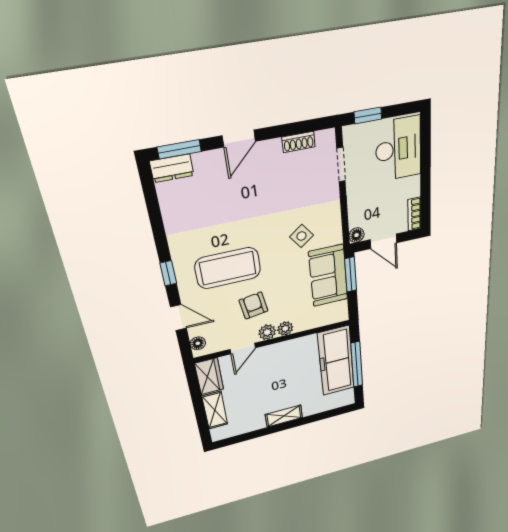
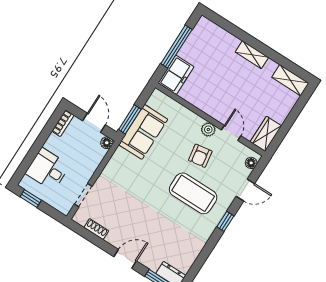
window: (368, 115) -> (31, 199), moved
desk: (398, 149) -> (48, 169), width x0.73
side table: (302, 236) -> (138, 173), removed
door: (178, 318) -> (245, 190), swing flipped
plant: (285, 329) -> (196, 121), removed
door: (243, 349) -> (231, 133), hinge flipped
freezer: (336, 361) -> (176, 75), width x0.52, depth x0.79
shelving: (215, 410) -> (290, 80), moved, turned 90

